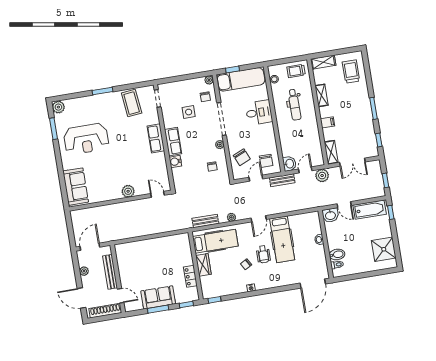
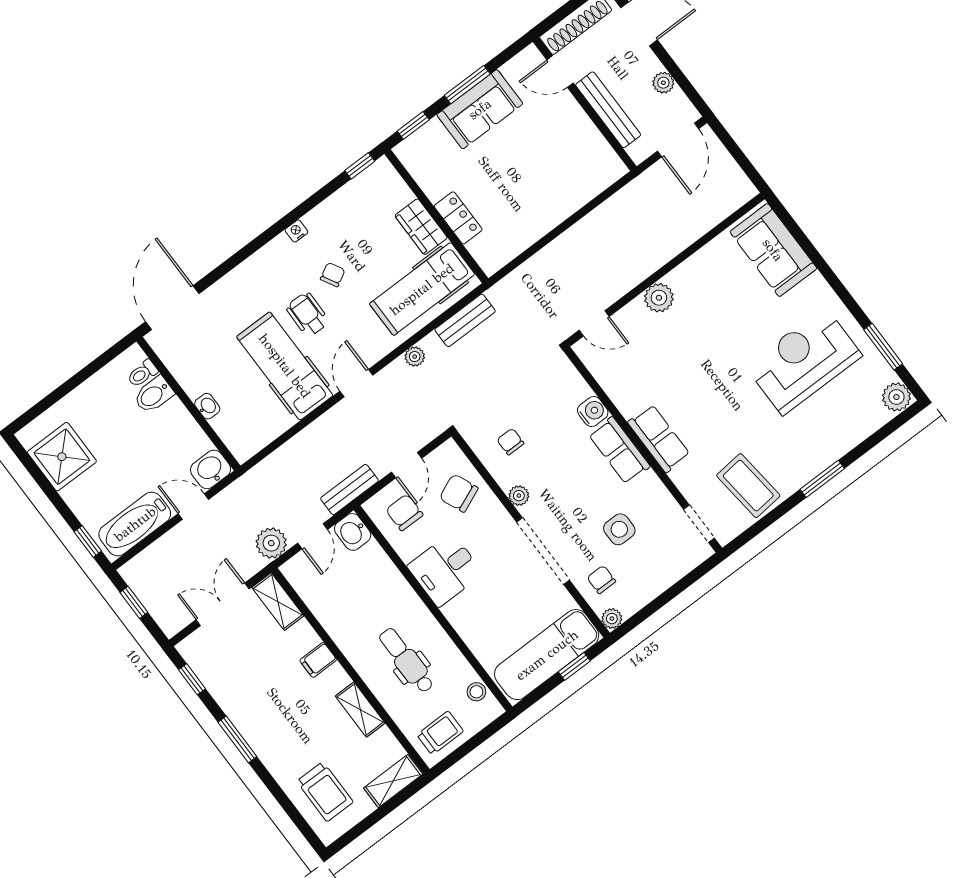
desk: (259, 113) -> (445, 570), moved
locker: (190, 276) -> (458, 218), moved

